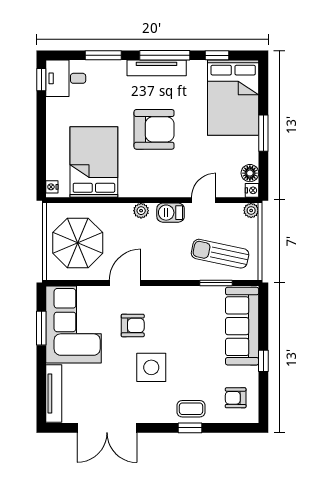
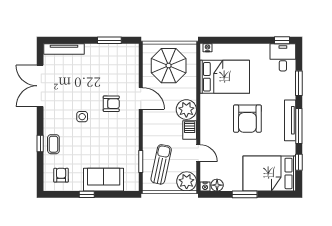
plant: (251, 210) -> (187, 181), width x1.87, depth x1.87
plant: (141, 211) -> (186, 110), width x1.87, depth x1.87
corner sofa: (74, 324) -> (112, 63), removed
armchair: (133, 325) -> (111, 104), turned -90
sofa: (242, 326) -> (104, 180), width x0.73
side table: (151, 367) -> (82, 117), width x0.54, depth x0.54

